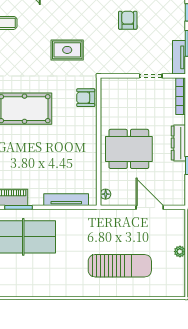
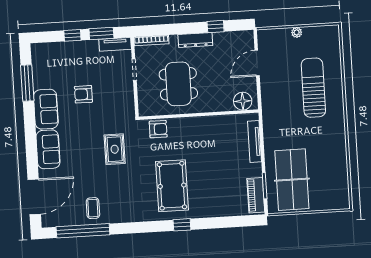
armchair: (86, 98) -> (158, 129), turned -90
dining table: (129, 149) -> (178, 84), moved
floor lamp: (106, 194) -> (243, 101), width x1.89, depth x1.89

